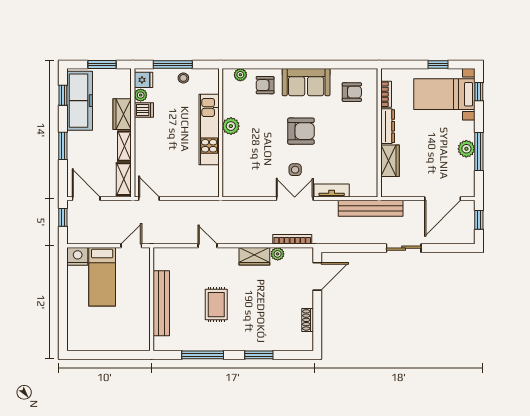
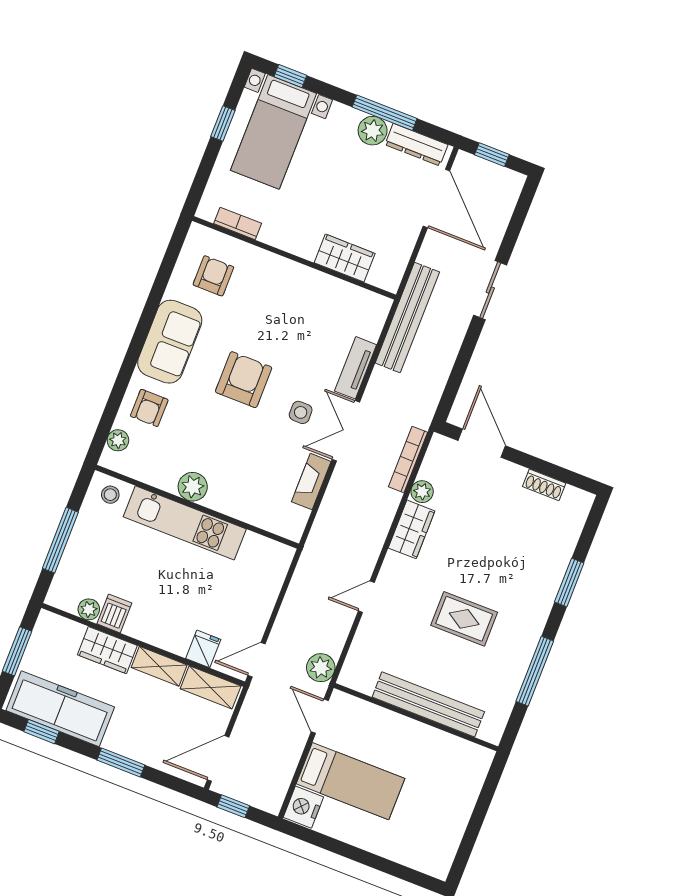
stool: (183, 78) -> (110, 495), moved
fridge: (143, 80) -> (203, 649), moved
dresser: (388, 126) -> (416, 145), moved, turned 180
fireplace: (259, 190) -> (311, 482), added
plant: (158, 236) -> (321, 668), added

